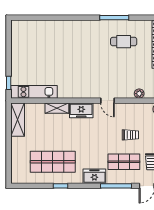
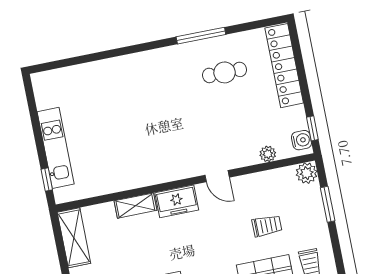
kitchen unit: (34, 92) -> (56, 148), moved, turned 90

